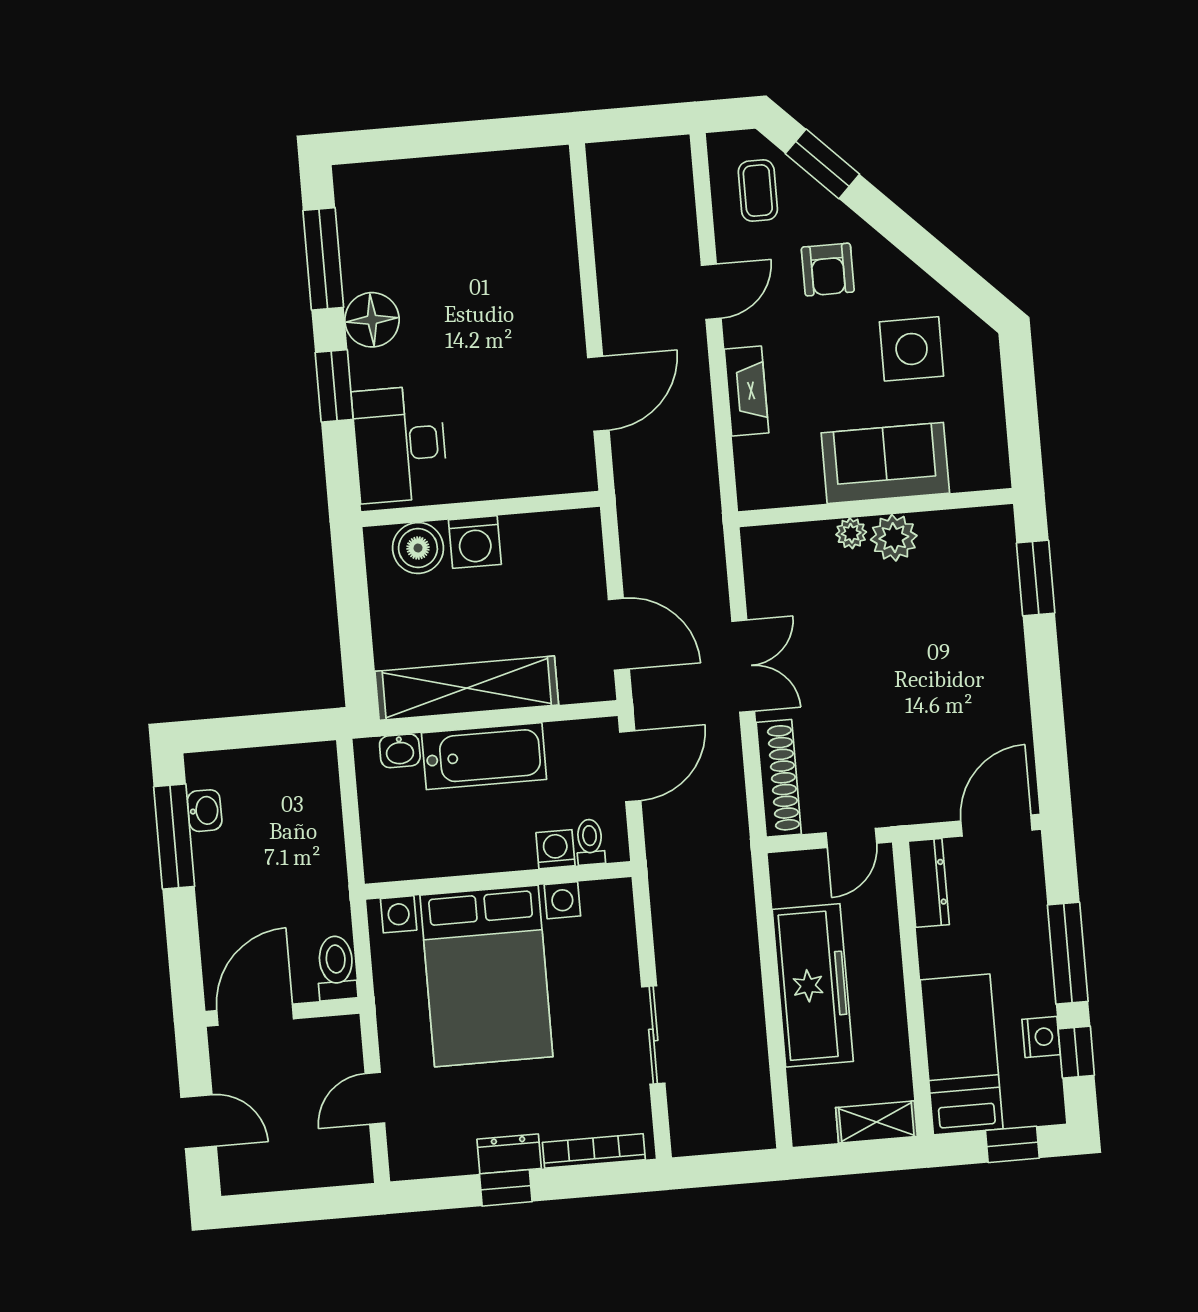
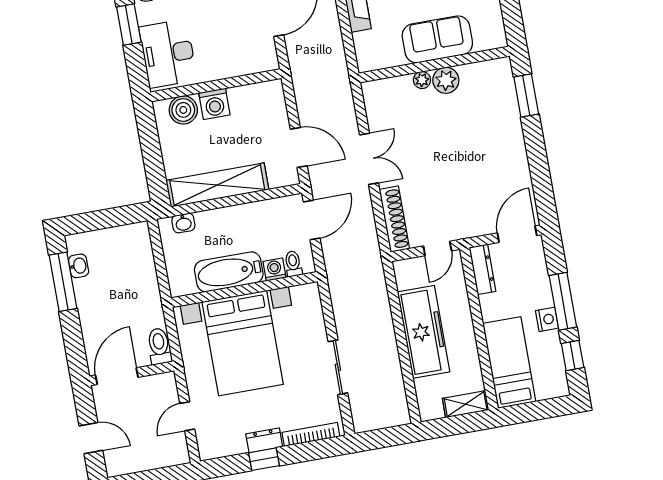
bathtub: (484, 756) -> (229, 272), moved, turned 180
nightstand: (1041, 1037) -> (547, 319), moved
window: (1012, 1144) -> (542, 410), removed

